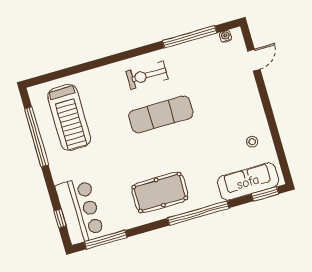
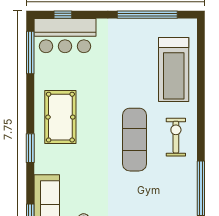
treadmill: (69, 117) -> (174, 69), moved, turned -90
window: (198, 213) -> (30, 148), width x0.47

